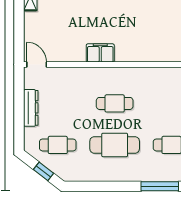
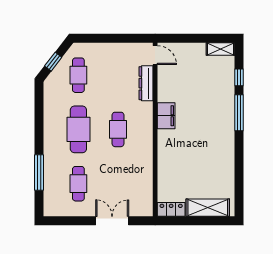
door: (37, 64) -> (155, 55), hinge flipped
dresser: (31, 108) -> (146, 83), moved, turned 90

